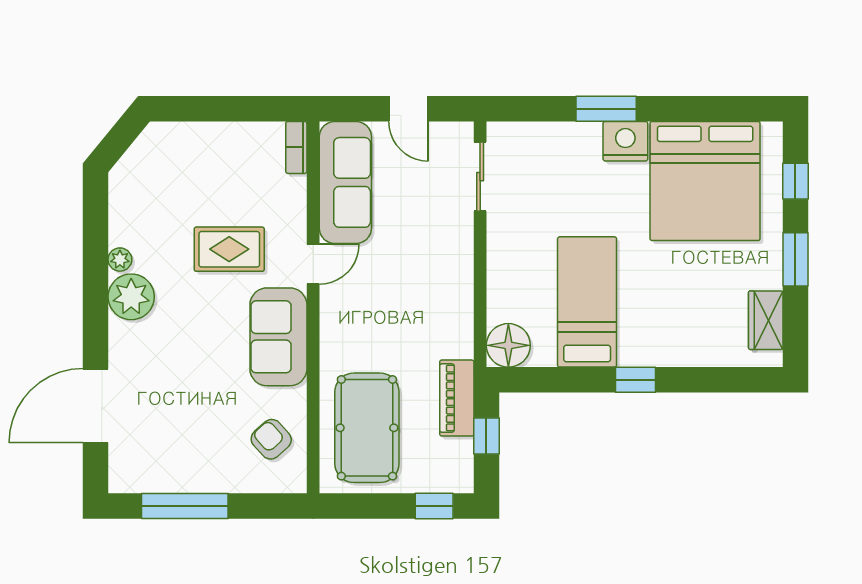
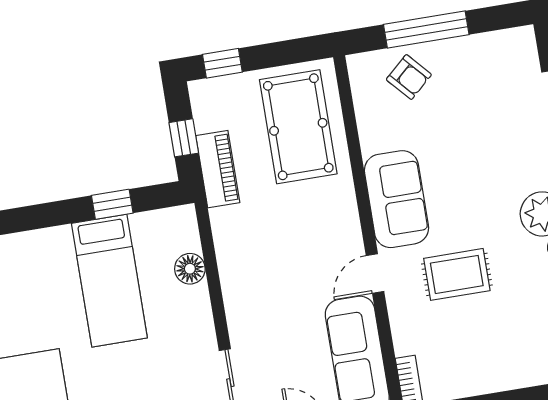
floor lamp: (508, 345) -> (190, 269), moved, width x0.73, depth x0.73
window: (635, 380) -> (112, 204), moved
armchair: (271, 439) -> (409, 77), moved
window: (185, 506) -> (426, 29), moved

